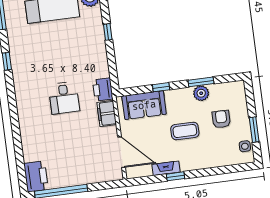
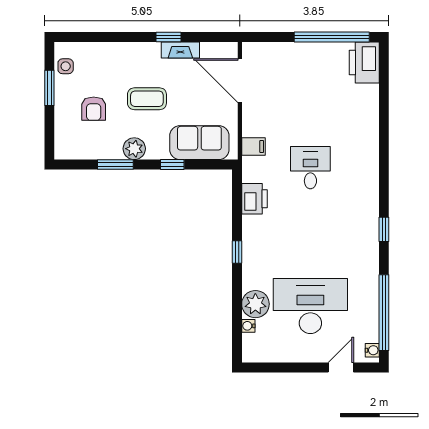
printer: (103, 90) -> (254, 199), moved
plant: (201, 93) -> (134, 149), moved
filing cabinet: (107, 113) -> (253, 146), width x0.50

